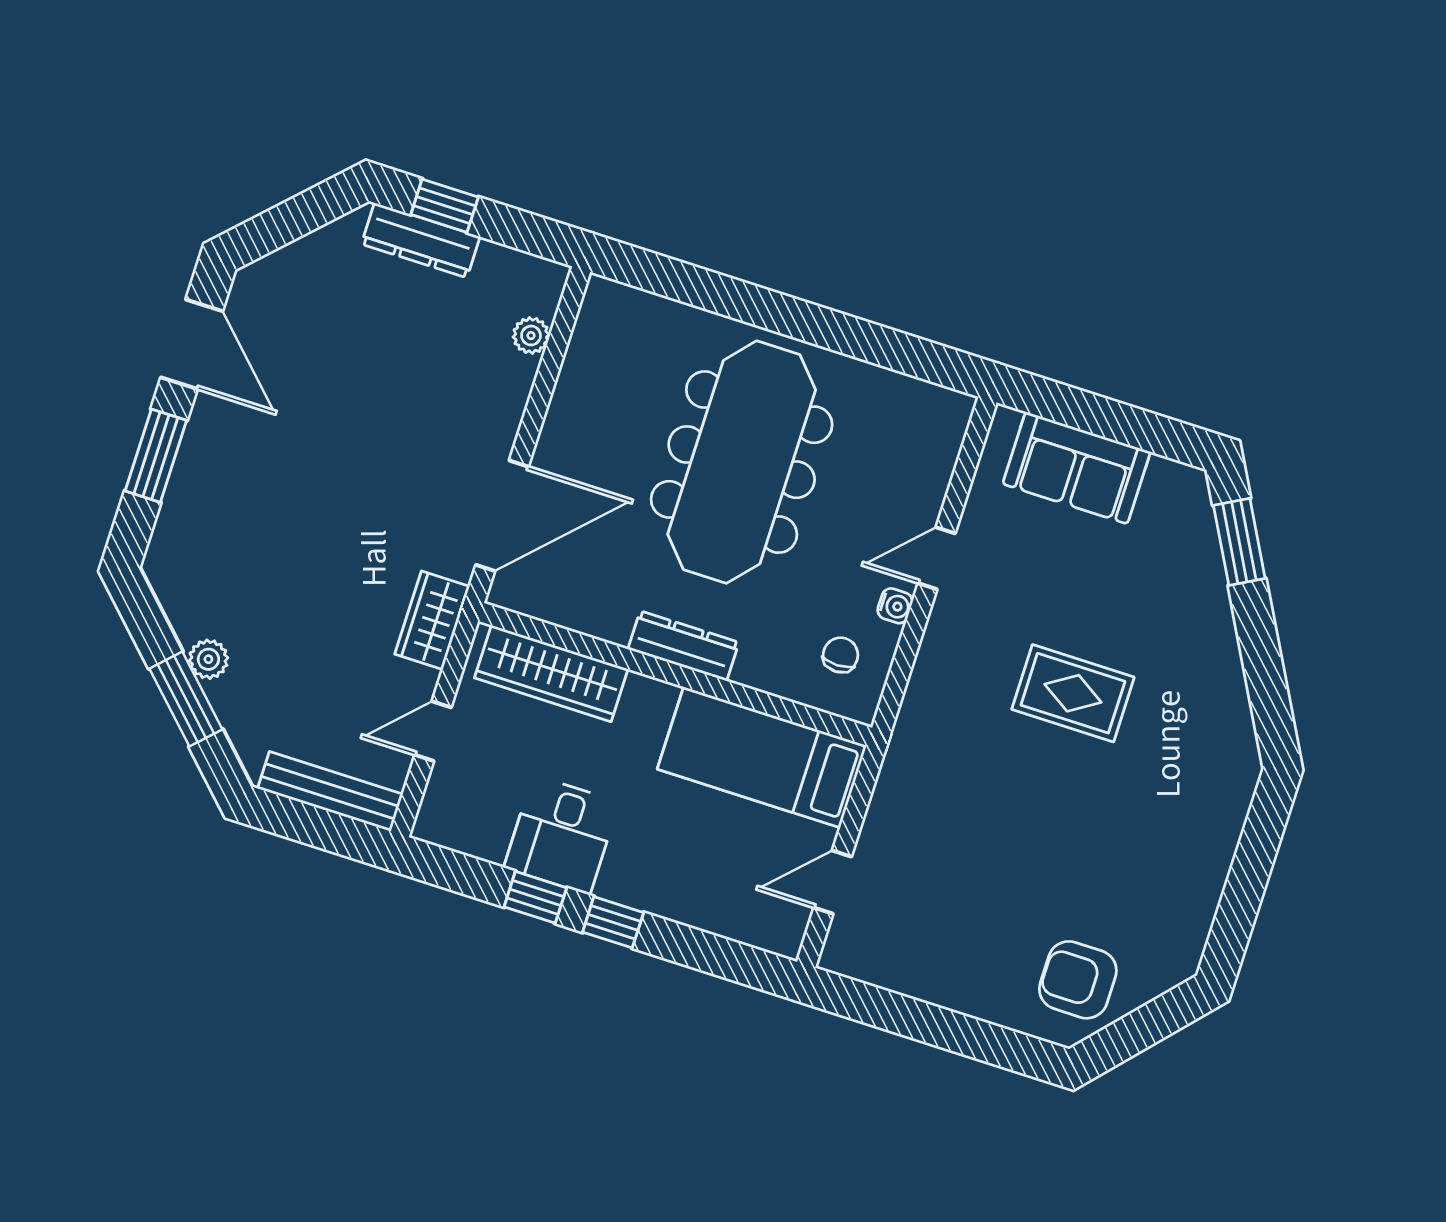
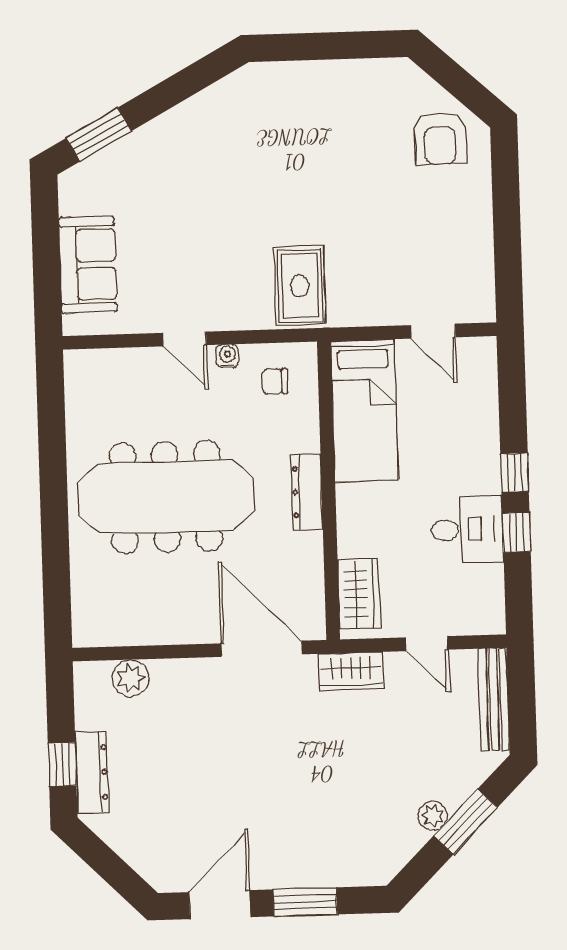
plant: (531, 336) -> (131, 678), width x1.38, depth x1.38
wardrobe: (551, 673) -> (359, 594), width x0.67
rug: (1073, 693) -> (300, 286), moved

